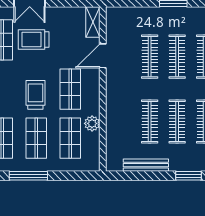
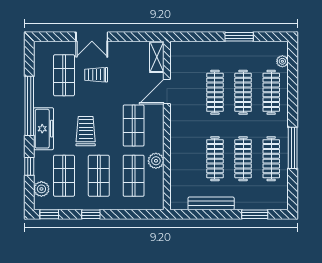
trolley: (34, 39) -> (96, 75), width x0.73, depth x0.72
trolley: (35, 95) -> (86, 131), moved
window: (28, 176) -> (91, 214), width x0.46

